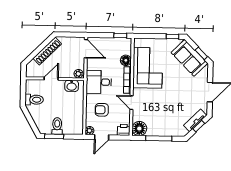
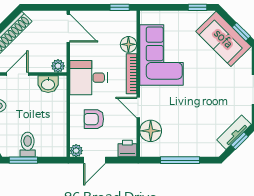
floor lamp: (139, 129) -> (151, 131), moved

